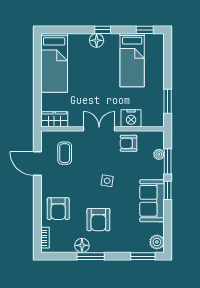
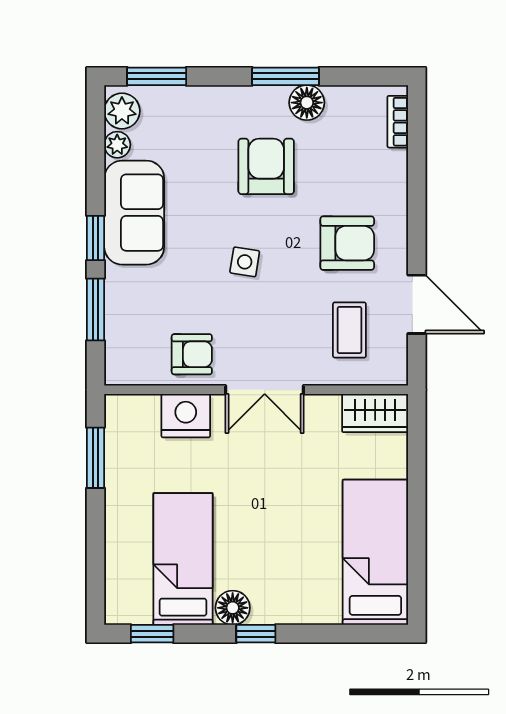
floor lamp: (97, 40) -> (233, 608), moved
plant: (159, 154) -> (117, 145), moved
armchair: (58, 209) -> (347, 243), moved, turned 90

